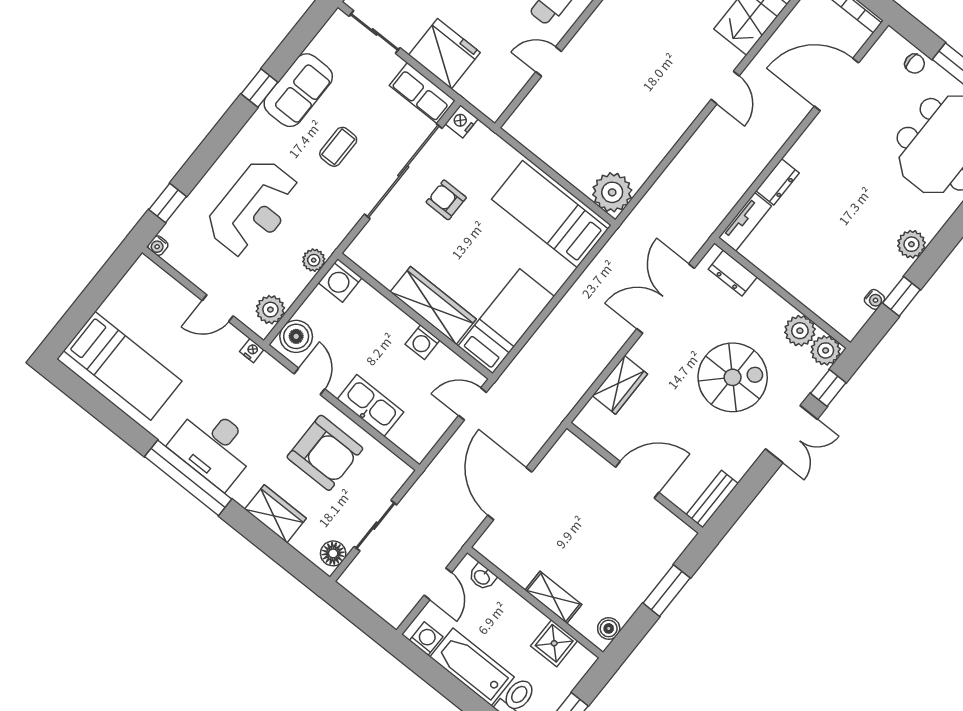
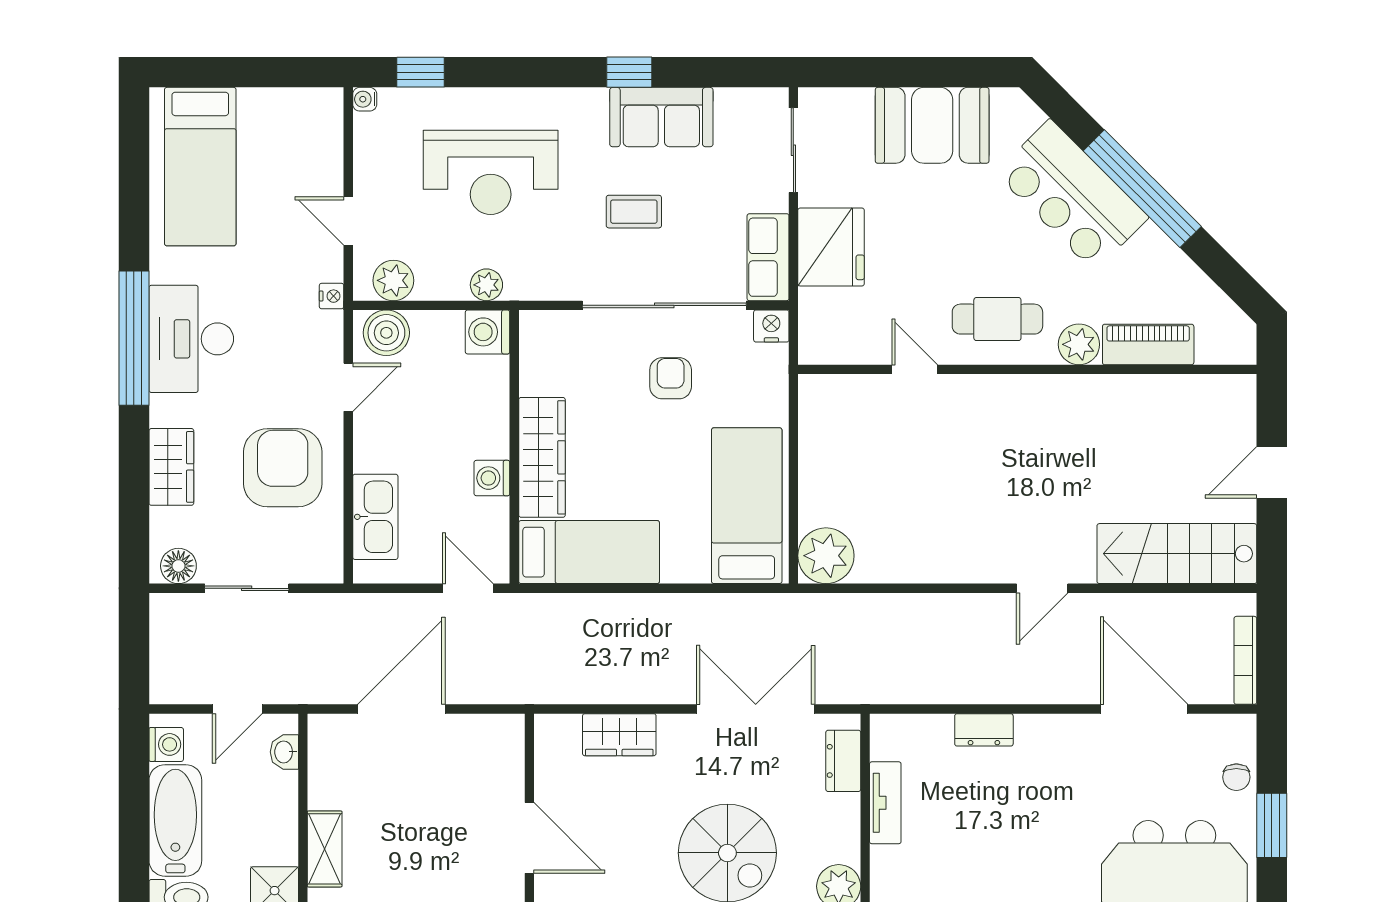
tv unit: (745, 222) -> (885, 803), moved, turned -90
kitchen sink: (370, 406) -> (375, 517), moved
armchair: (325, 453) -> (283, 468), turned 180

